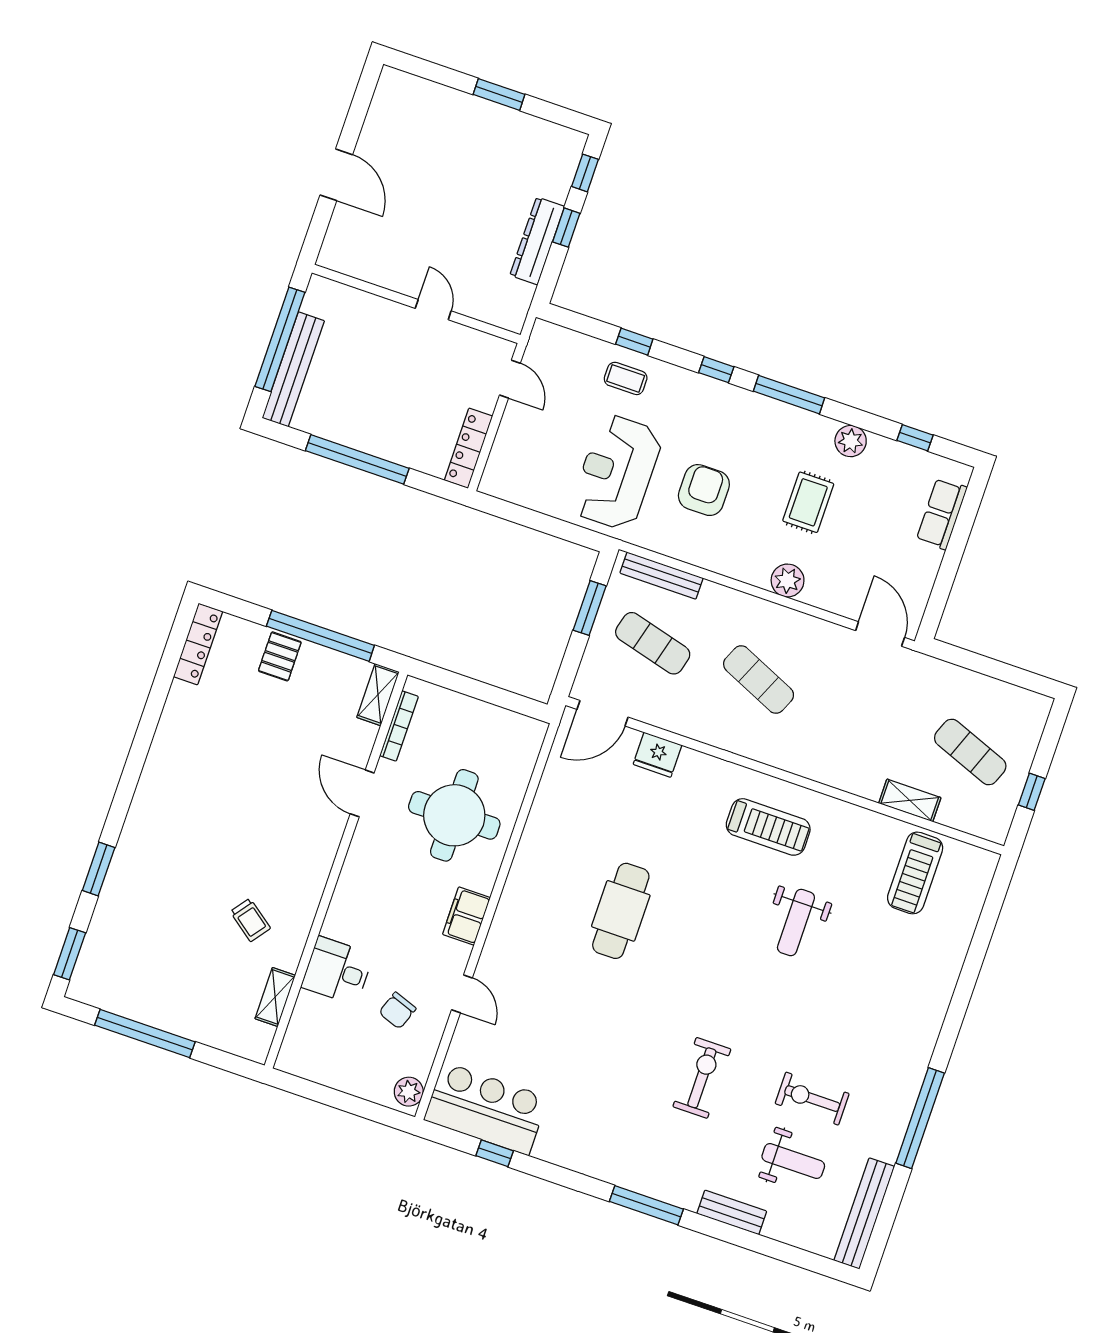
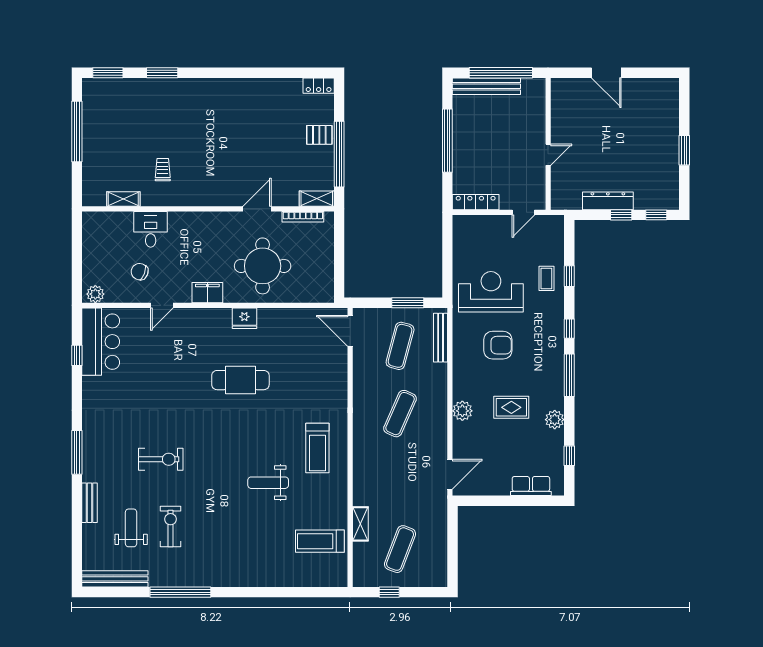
door: (336, 175) -> (606, 73), hinge flipped
locker: (198, 644) -> (319, 86), width x0.66
fridge: (657, 755) -> (244, 318), moved, turned -90
trolley: (250, 920) -> (163, 170), turned 143
weight bench: (793, 1161) -> (131, 528), turned 180

